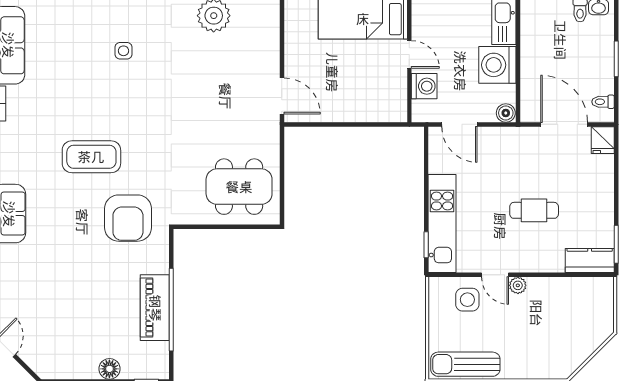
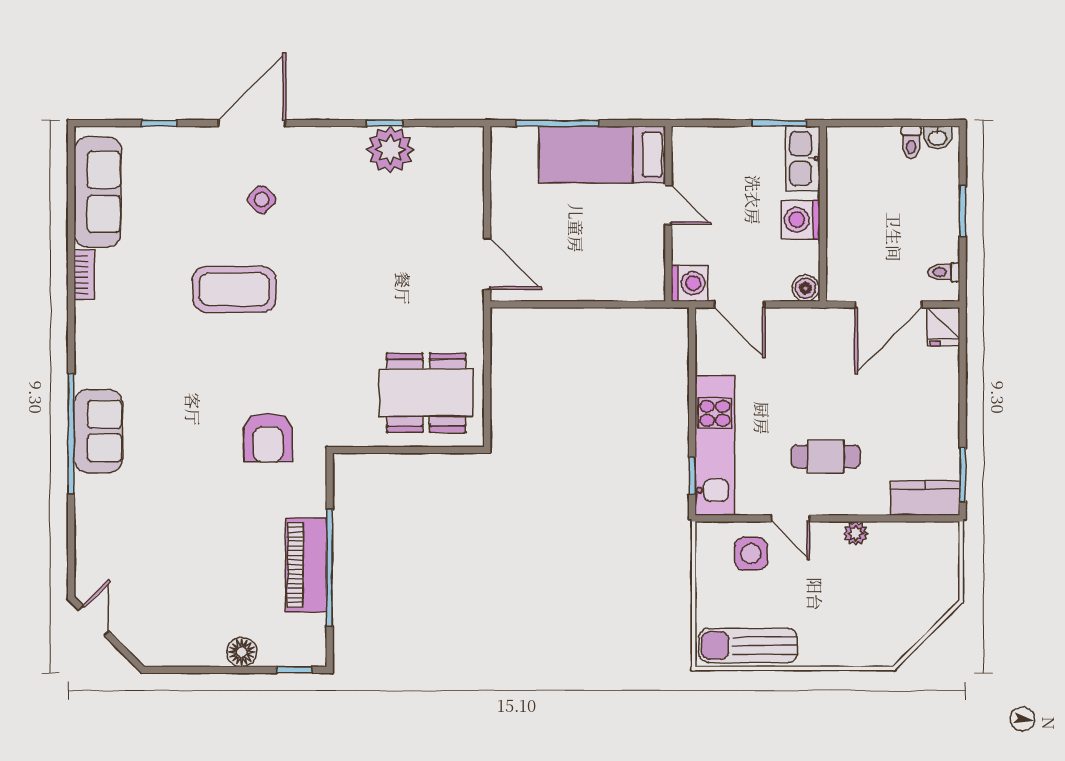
side table: (124, 51) -> (262, 200), turned 45
washing machine: (497, 65) -> (801, 220), width x0.73, depth x0.73
washing machine: (424, 86) -> (690, 283), moved
door: (564, 124) -> (888, 304), swing flipped
coffee table: (91, 157) -> (234, 289), moved
cafe table: (534, 210) -> (826, 457), moved
armchair: (128, 218) -> (268, 438), width x0.73, depth x0.73
plant: (518, 285) -> (856, 533), moved

